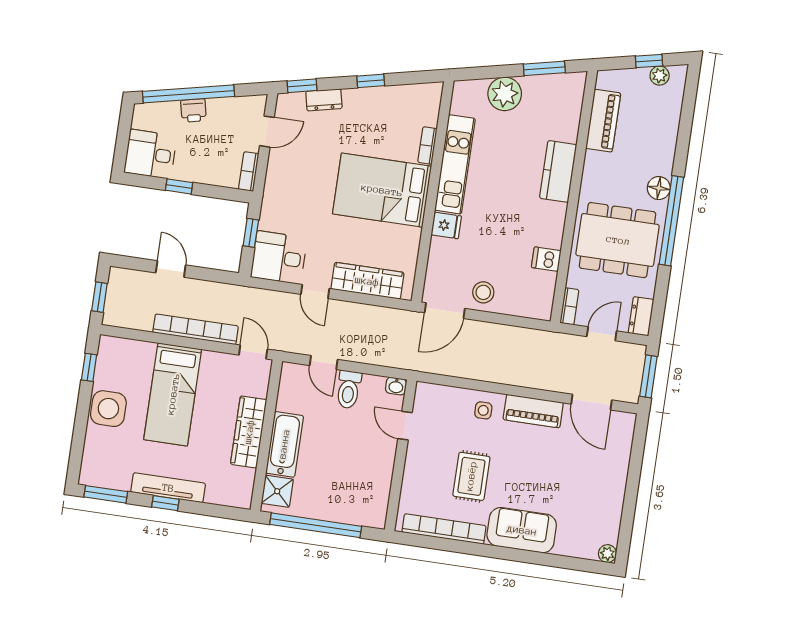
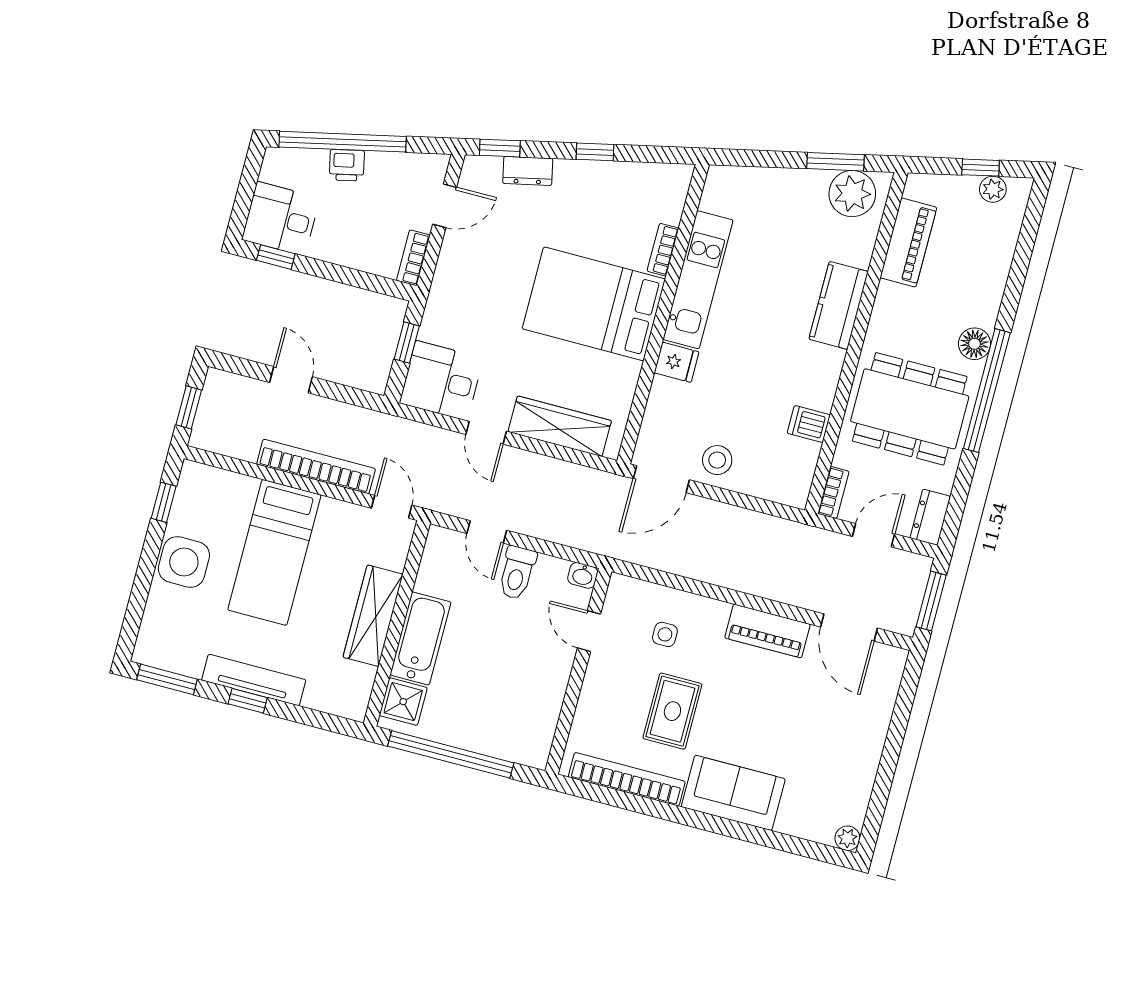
plant: (505, 94) -> (852, 194), moved
window: (179, 186) -> (276, 257), moved
side table: (483, 410) -> (665, 634), moved

